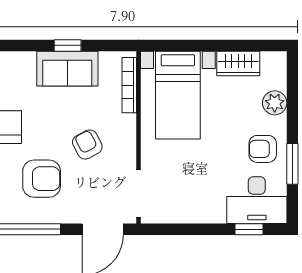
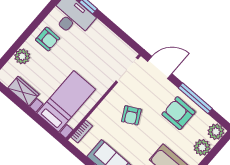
bookcase: (129, 85) -> (82, 132), width x0.64
window: (292, 164) -> (39, 19), removed
armchair: (42, 179) -> (179, 113), moved

